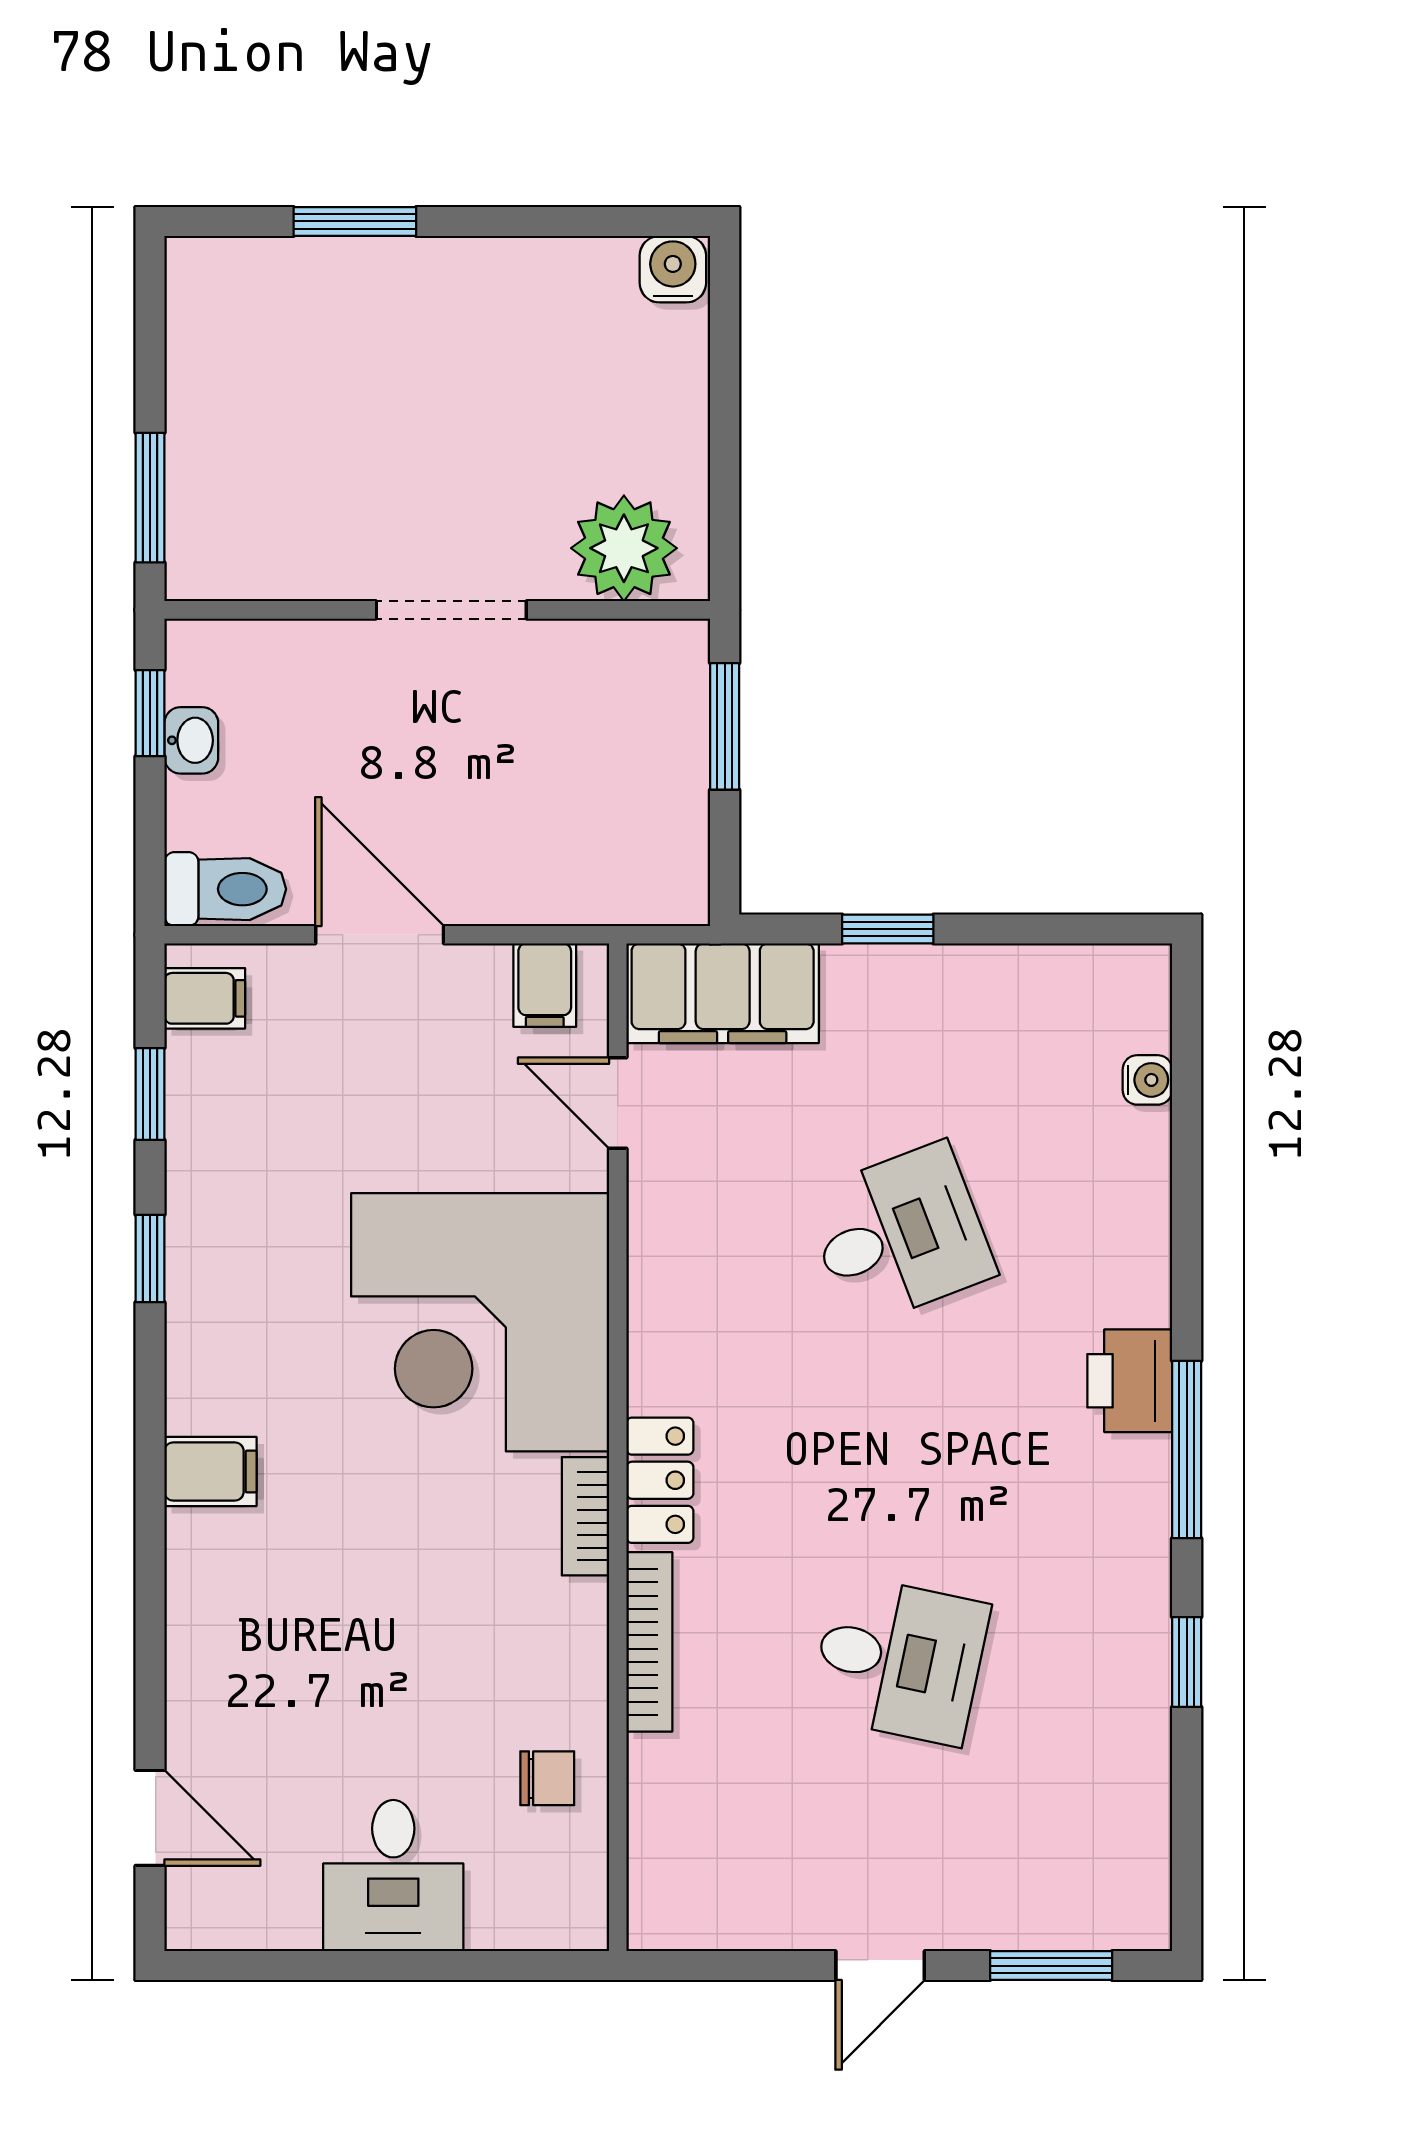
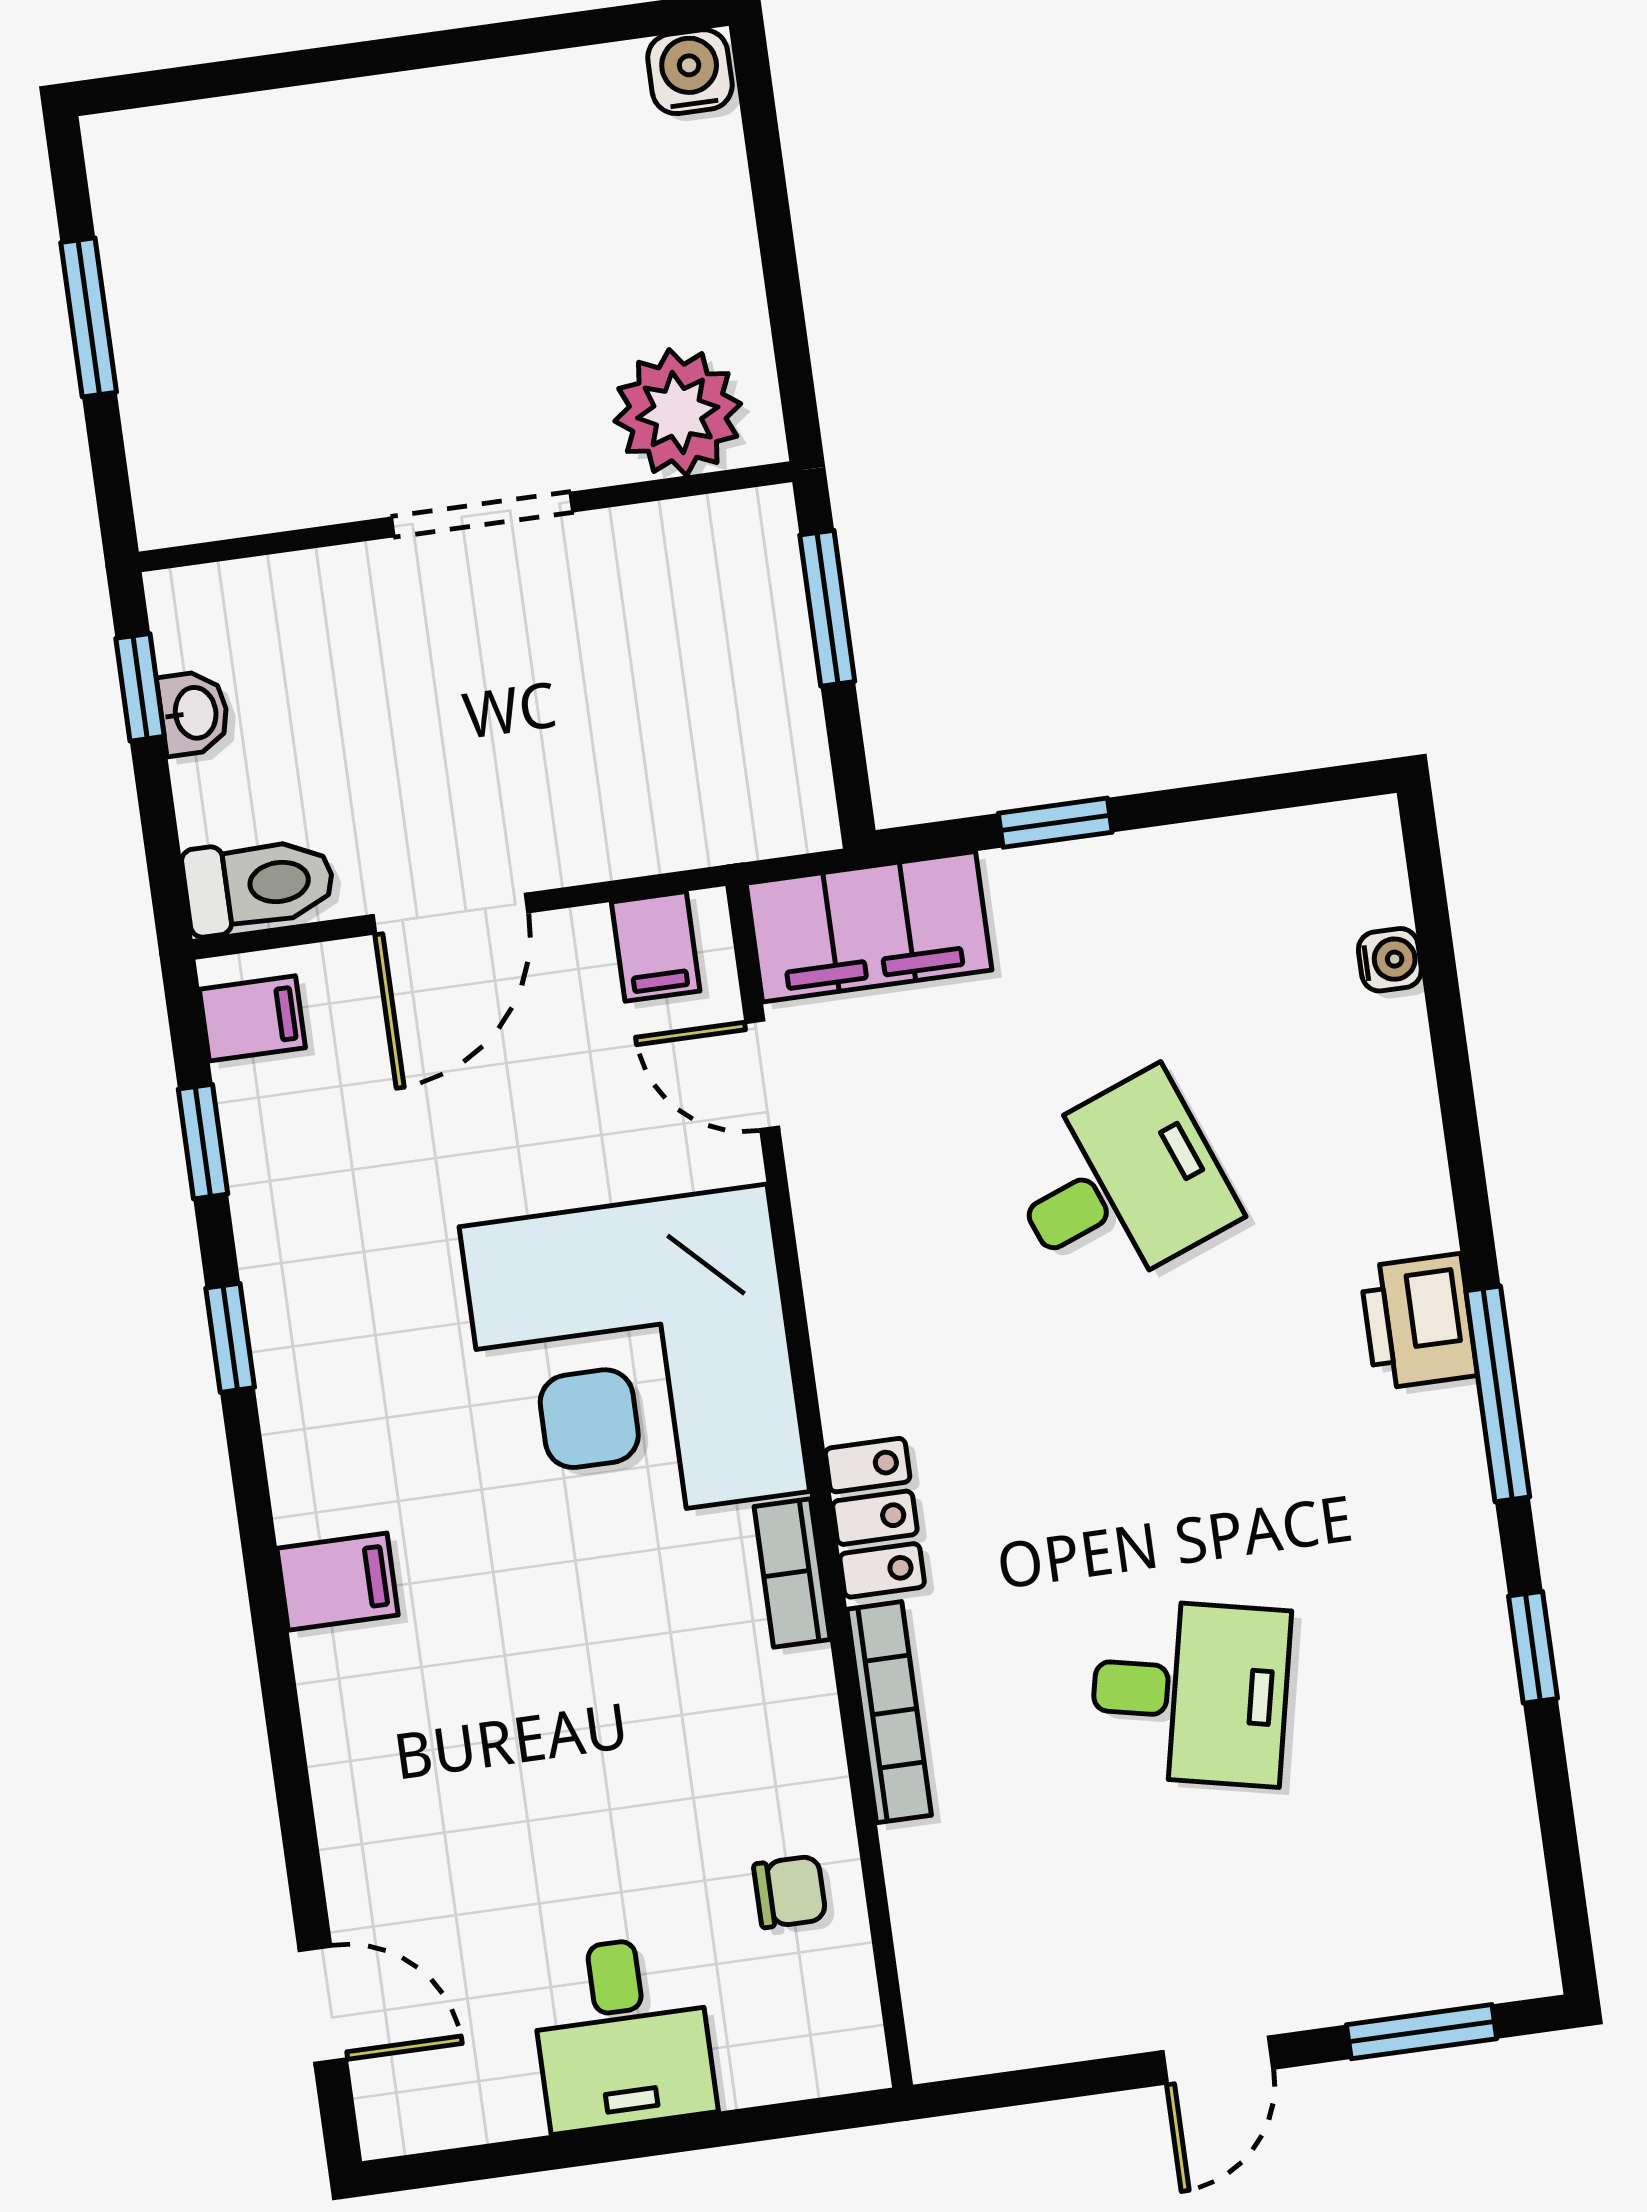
window: (355, 221) -> (303, 67), removed
window: (150, 498) -> (89, 317), moved
door: (380, 935) -> (450, 914), swing flipped

